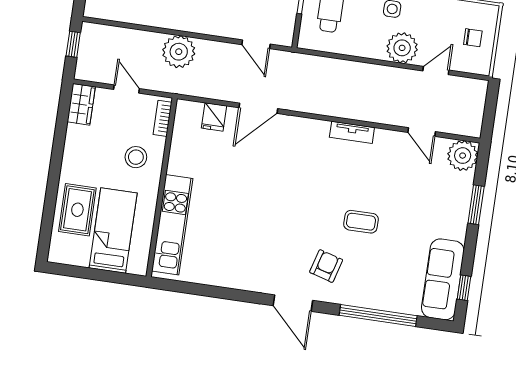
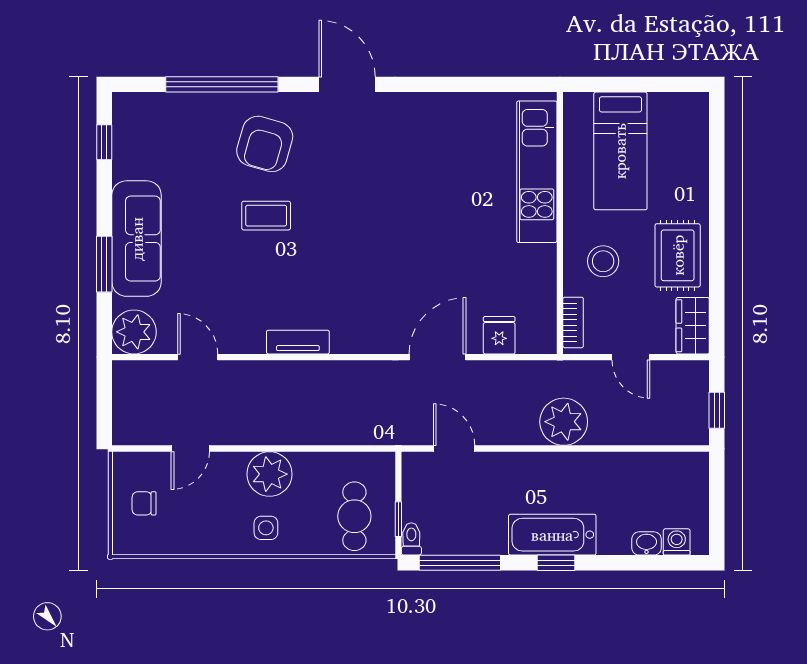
plant: (402, 48) -> (270, 474), moved
rug: (77, 210) -> (678, 255), moved
armchair: (326, 266) -> (265, 144), moved, width x1.38, depth x1.38
sofa: (443, 279) -> (137, 239), moved

